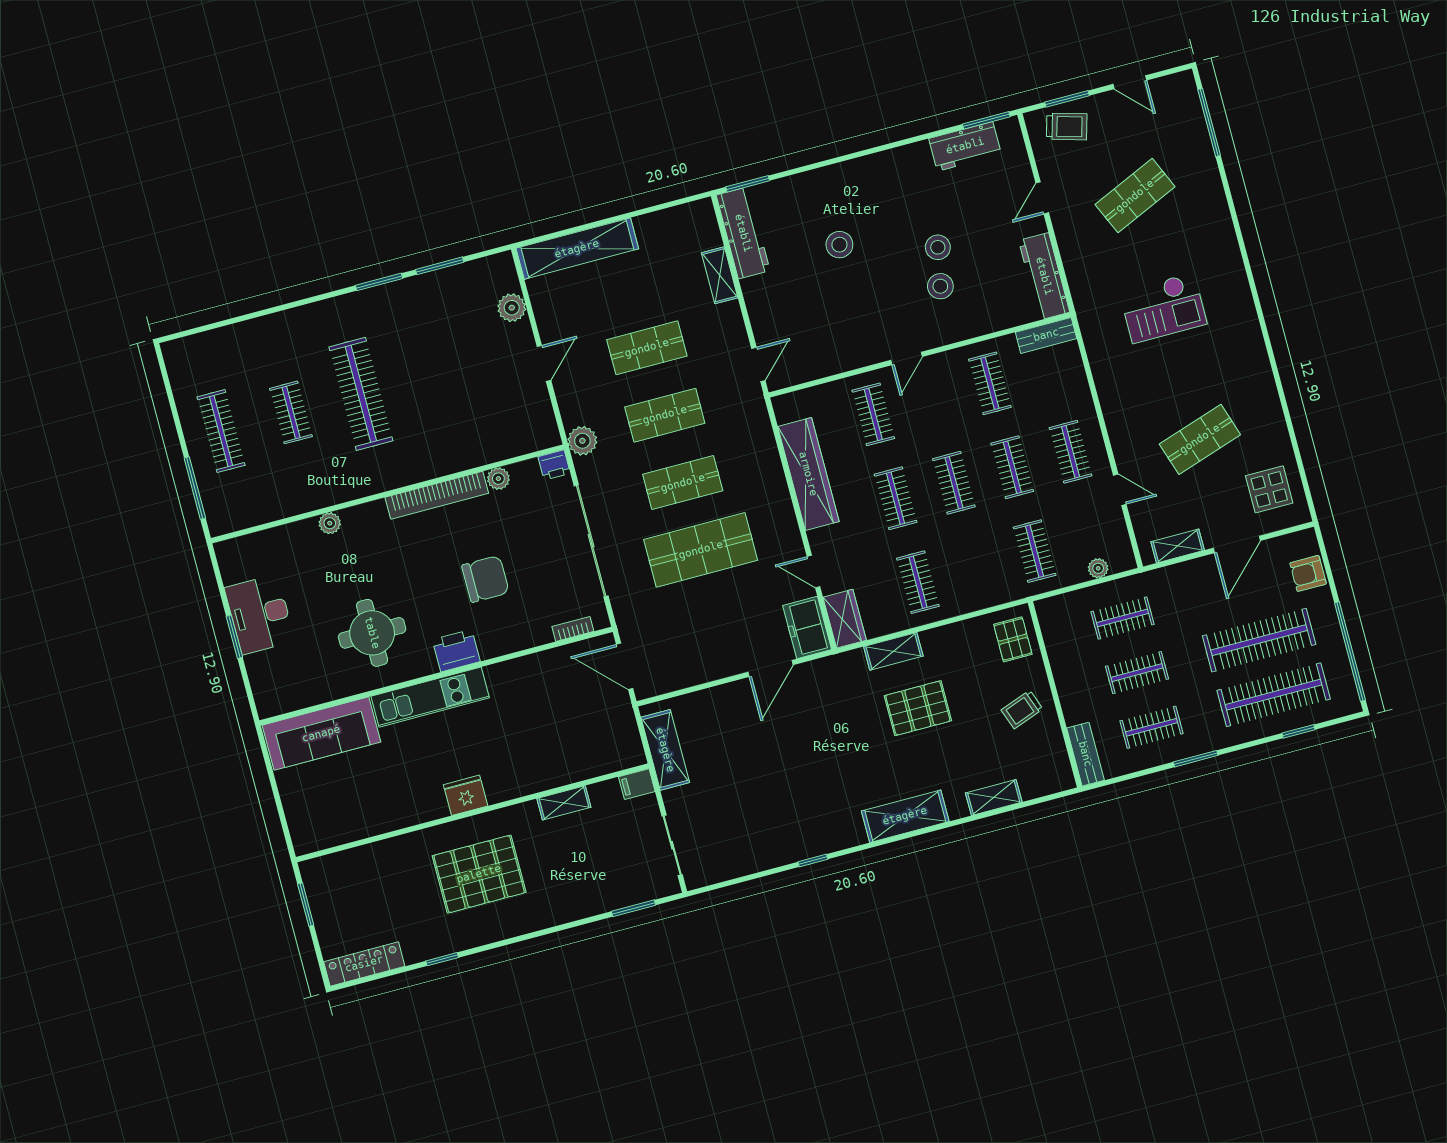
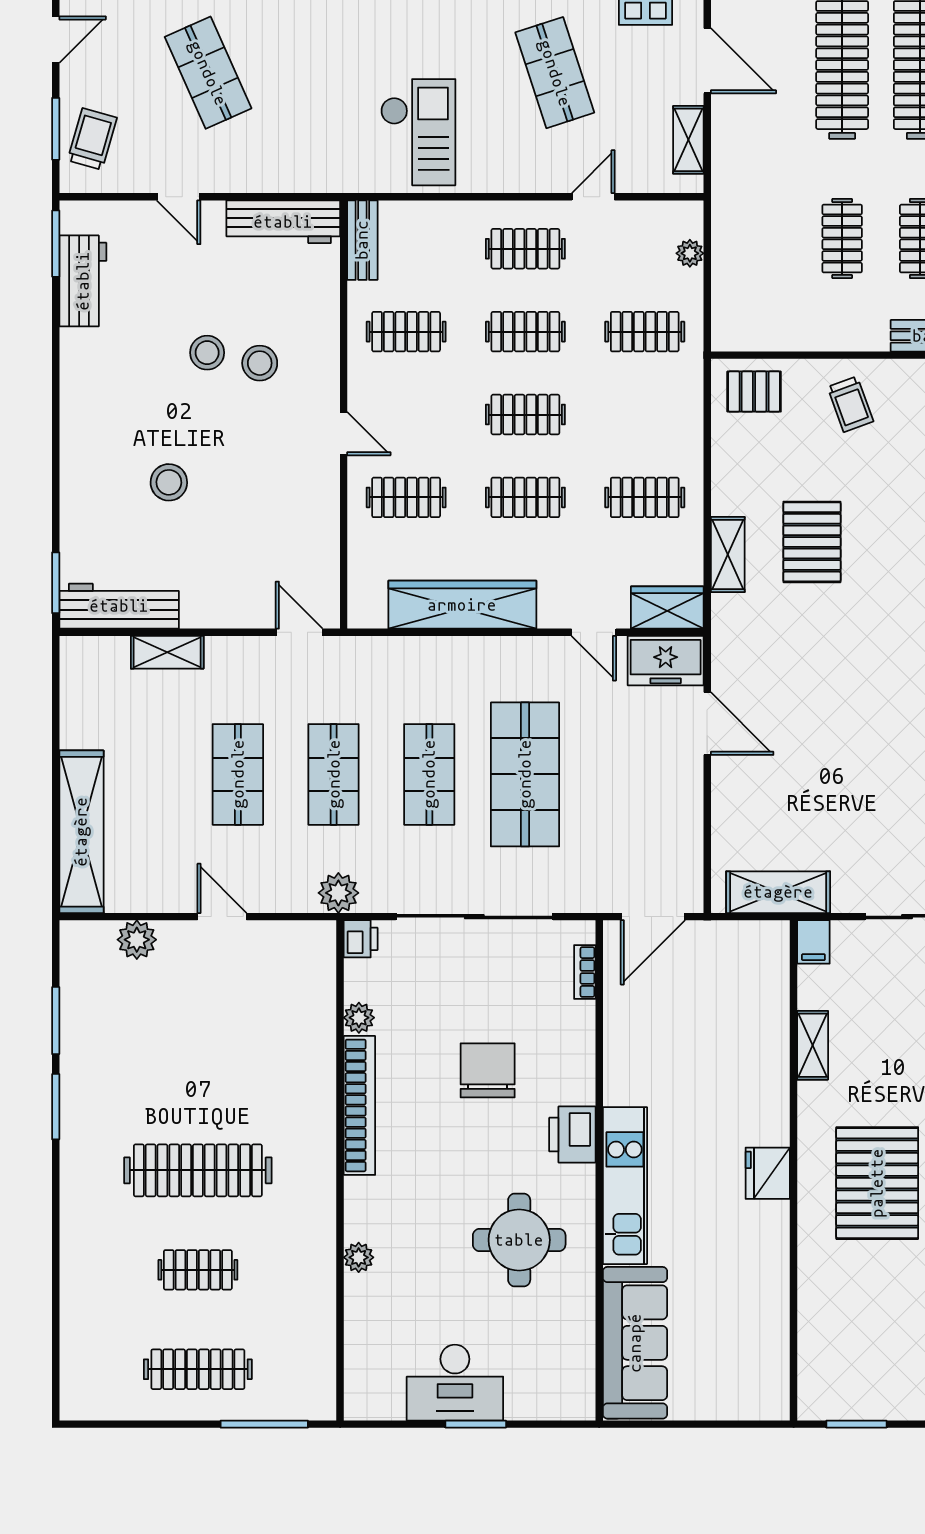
checkout: (1163, 308) -> (418, 132), moved
door: (814, 572) -> (594, 632), hinge flipped
clothes rail: (1122, 618) -> (765, 239), removed

